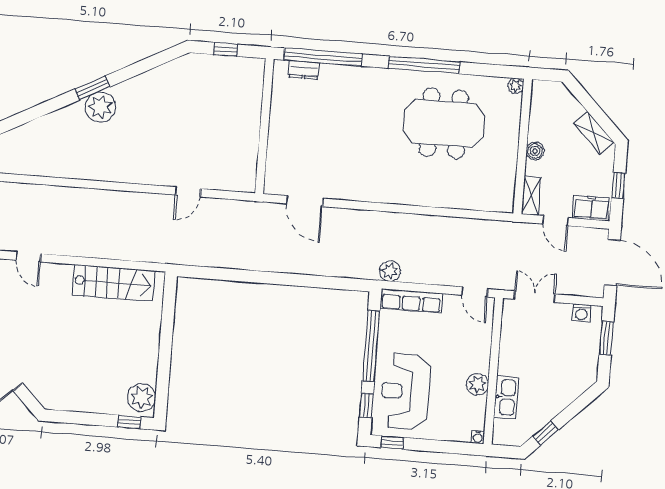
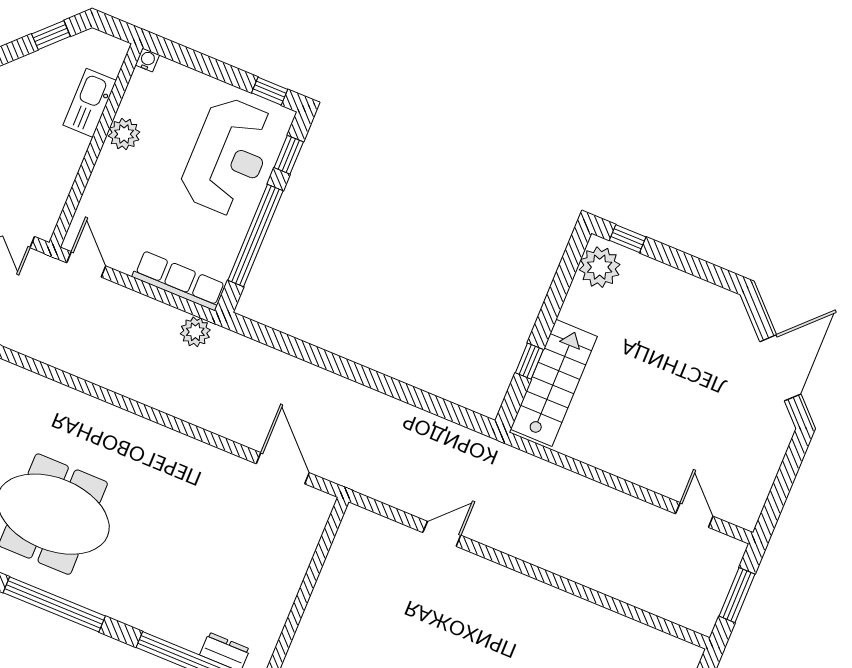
stairs: (114, 283) -> (554, 383), moved, turned 90
window: (167, 322) -> (529, 361), added

